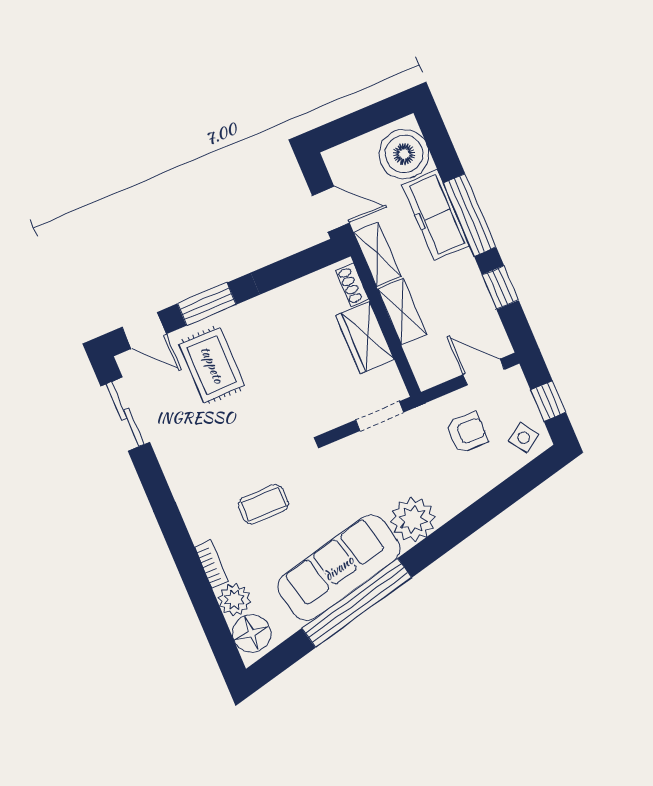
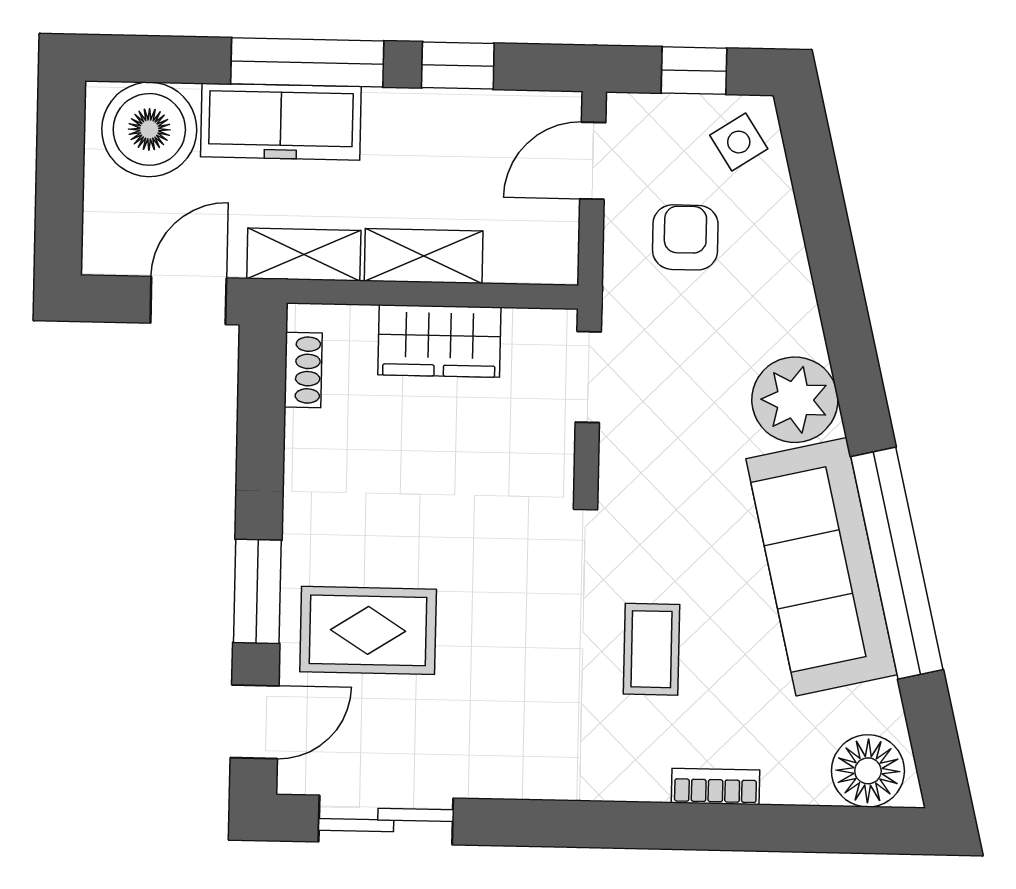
shoe rack: (352, 285) -> (303, 370), moved, turned -90
plant: (234, 600) -> (796, 774), removed

